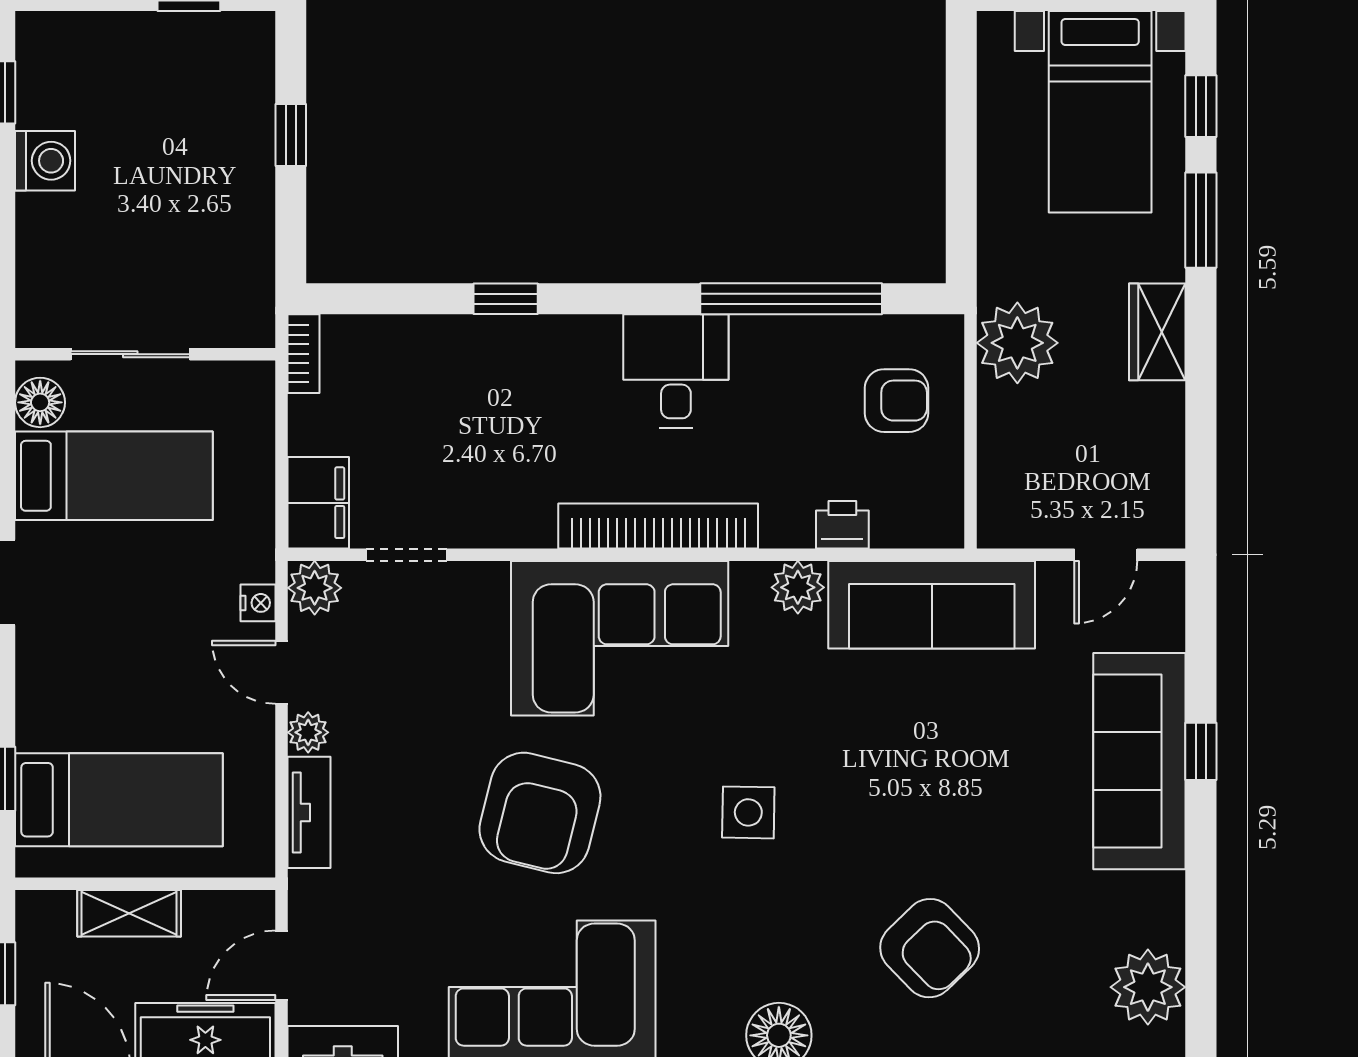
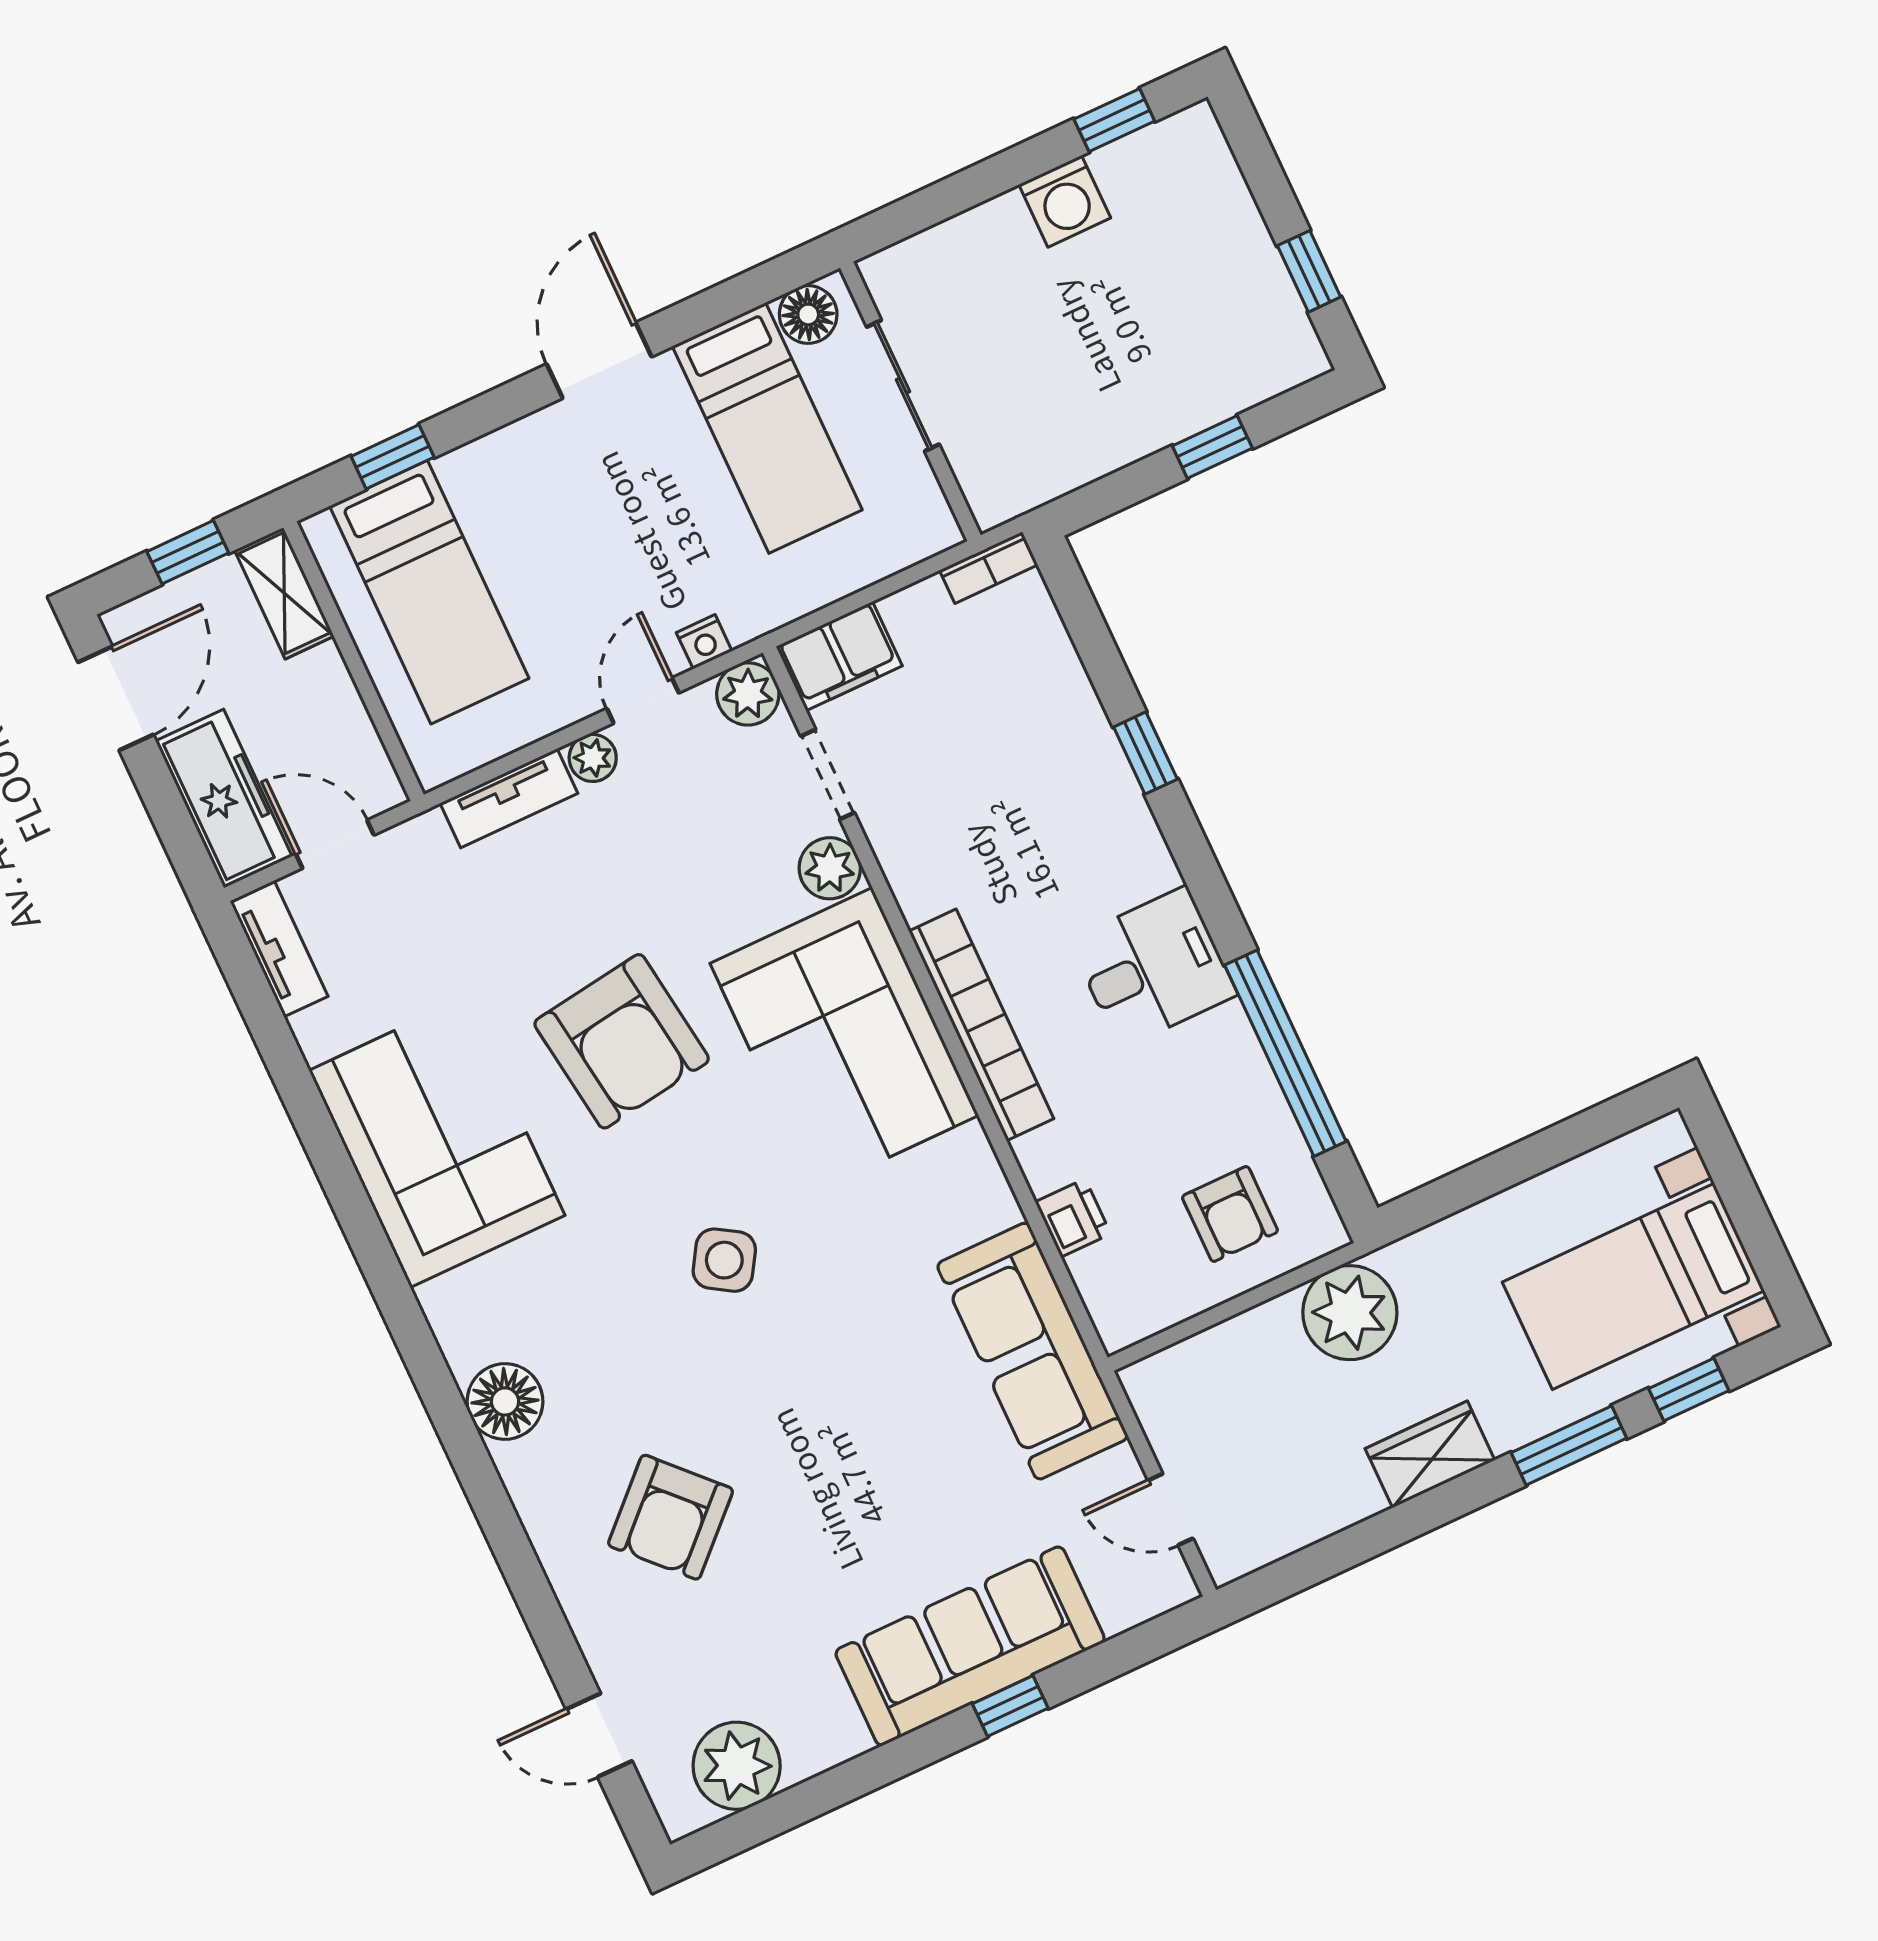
plant: (798, 587) -> (830, 868), moved
side table: (748, 812) -> (724, 1260), turned 31
armchair: (540, 813) -> (622, 1041), turned -112
shelving: (129, 913) -> (284, 593), moved

